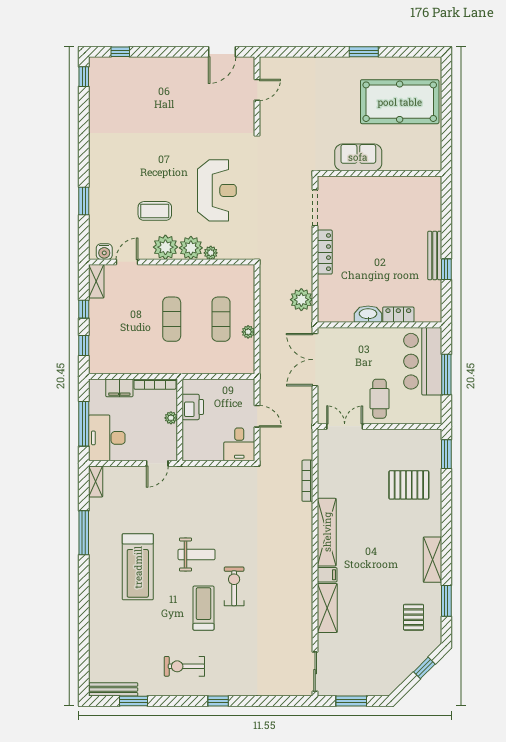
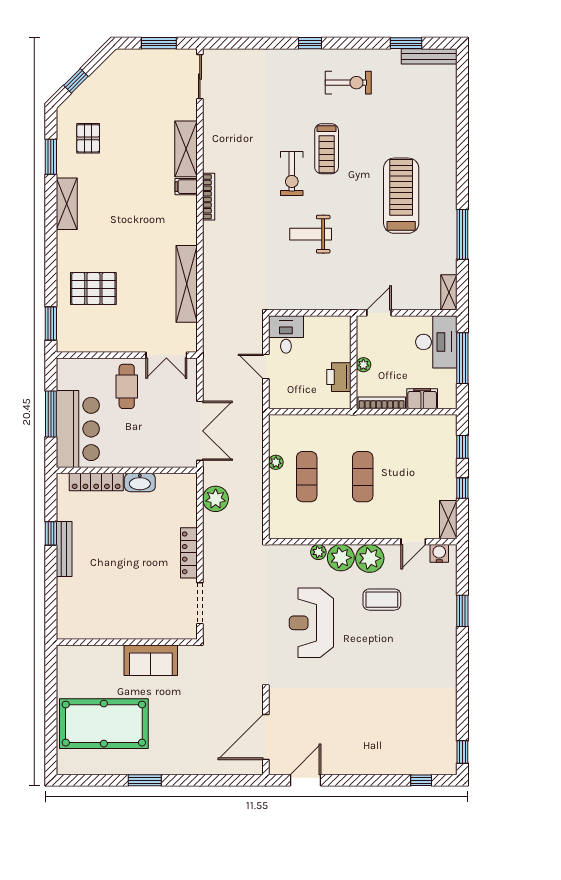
door: (257, 90) -> (266, 737), width x1.88
locker: (398, 315) -> (96, 482), width x1.53
bookcase: (307, 481) -> (209, 197), moved
shelving: (327, 532) -> (187, 284), moved
weight bench: (197, 554) -> (311, 234), moved

